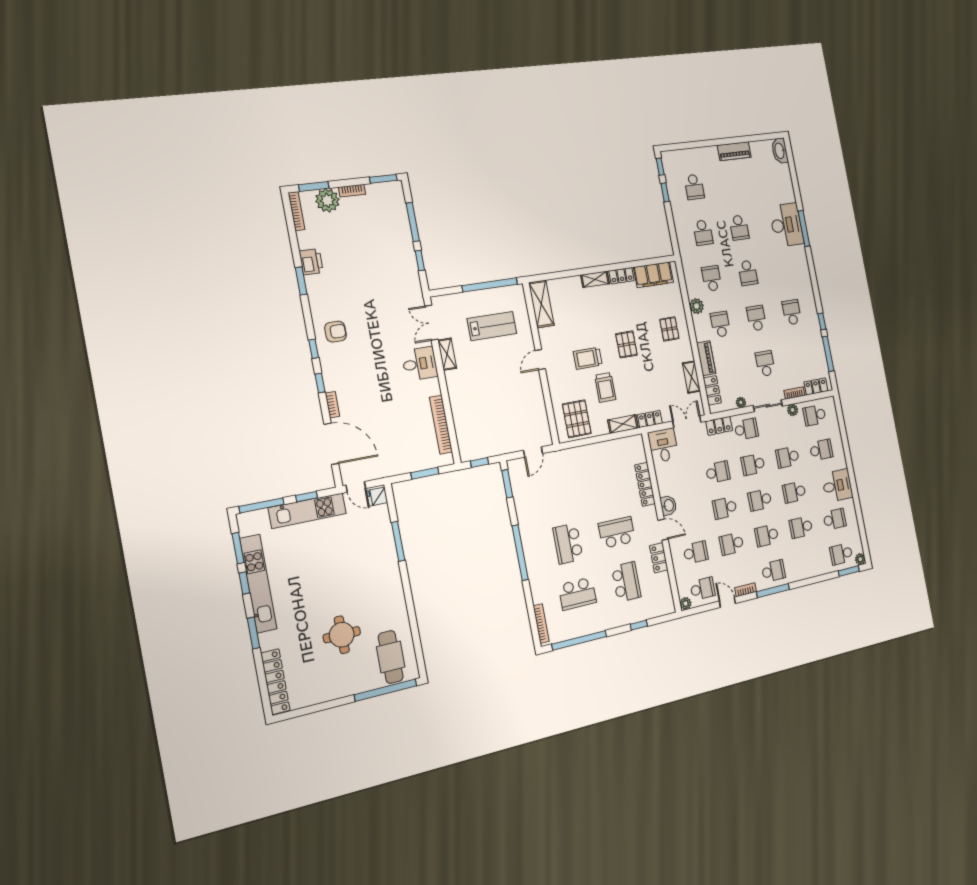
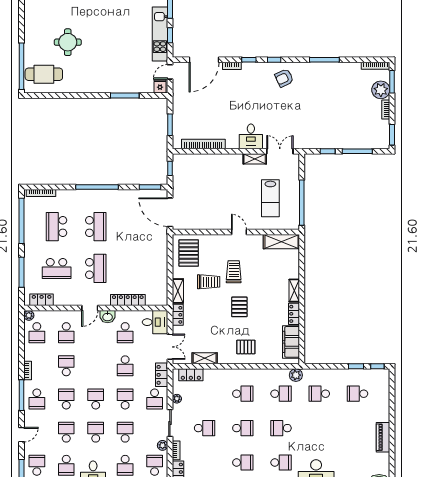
school desk: (739, 228) -> (281, 463), moved, turned 180
printer: (311, 262) -> (337, 70), removed
window: (301, 281) -> (324, 60), width x1.44
plant: (697, 306) -> (296, 375), moved
armchair: (336, 332) -> (284, 78), turned 65
pallet: (626, 344) -> (239, 307), turned 90
piano: (706, 358) -> (217, 375), removed
trolley: (605, 387) -> (209, 282), turned 180
pallet: (577, 419) -> (189, 253), turned 90
door: (533, 452) -> (170, 212), width x1.87
school desk: (725, 508) -> (125, 333), moved, turned 180
school desk: (568, 543) -> (96, 227), turned 90
locker: (659, 558) -> (42, 300), moved
door: (727, 602) -> (21, 435), moved
window: (639, 625) -> (21, 272), width x2.17

